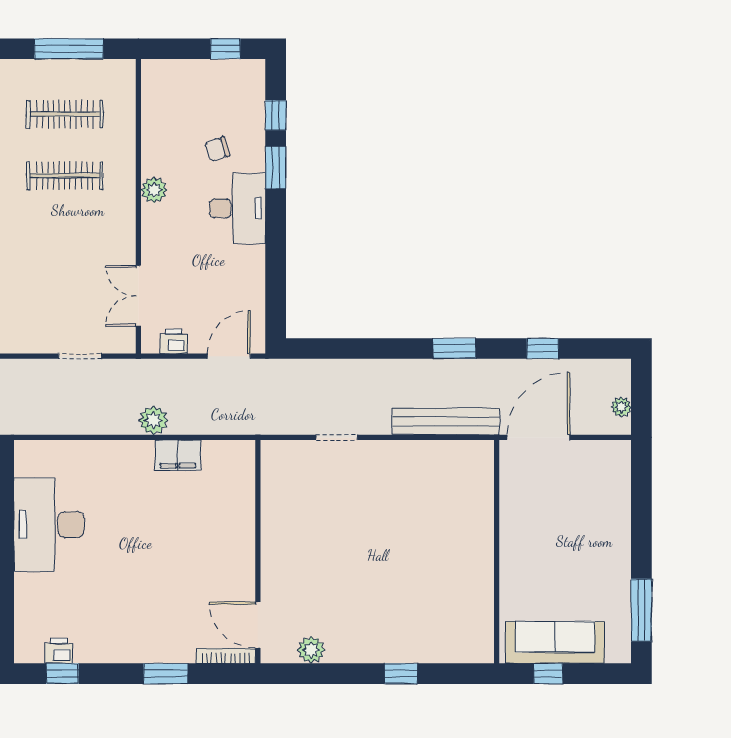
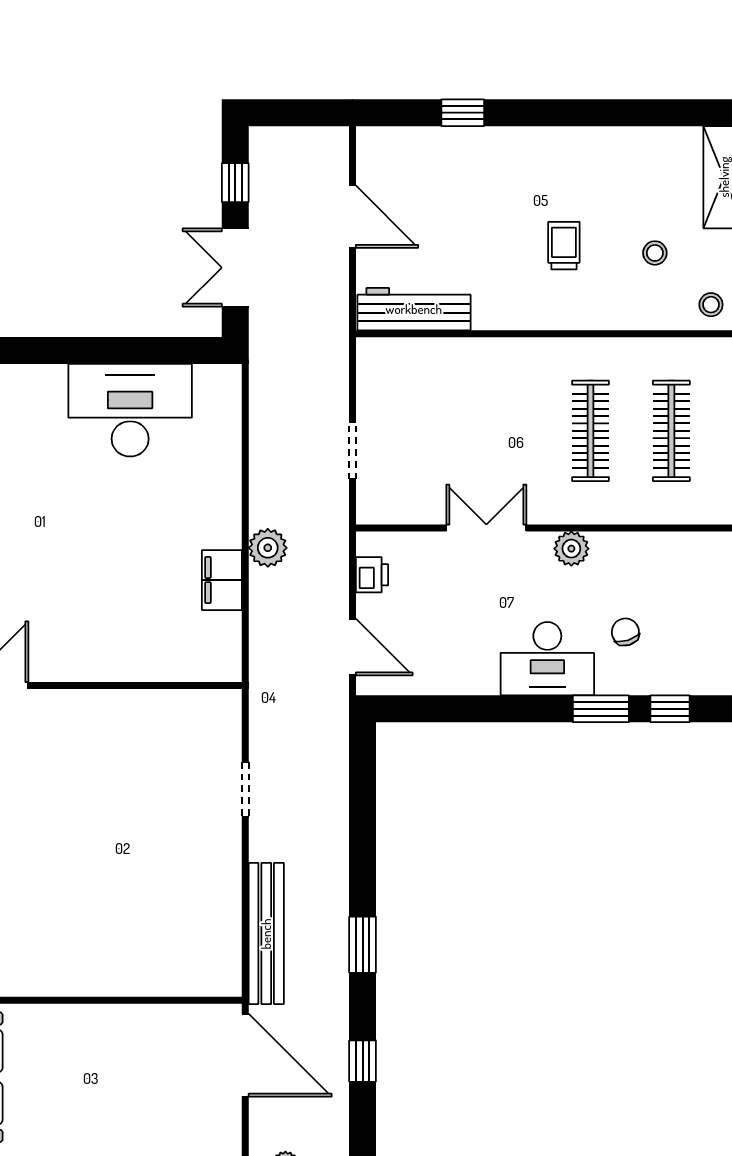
double door: (138, 296) -> (486, 528), moved

